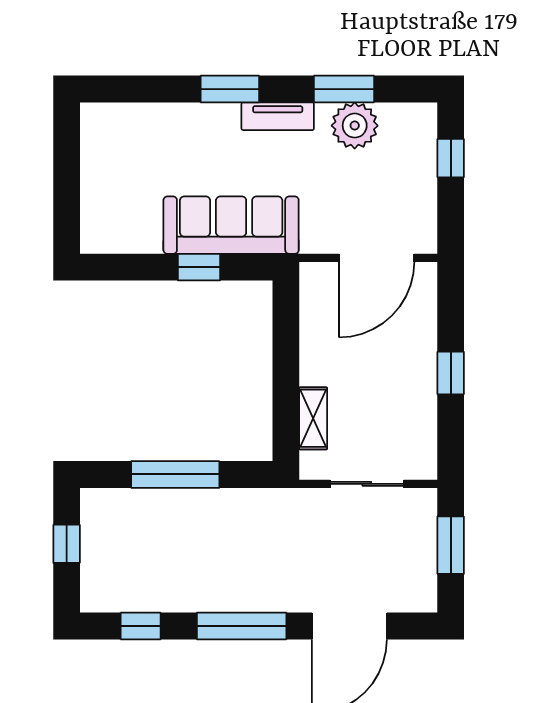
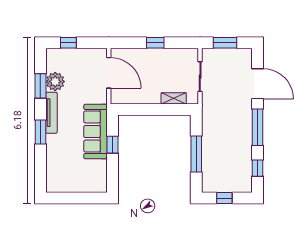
tv unit: (278, 116) -> (51, 113), width x1.41

